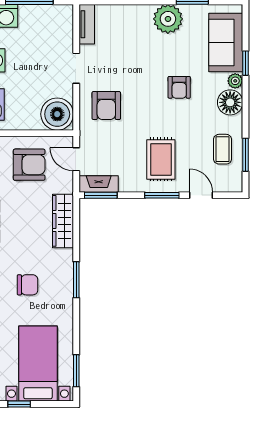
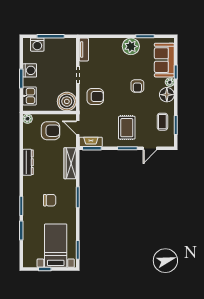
armchair: (106, 106) -> (95, 96), turned -90
door: (201, 195) -> (150, 148), swing flipped

